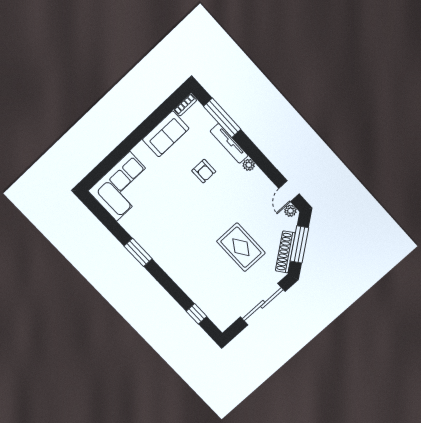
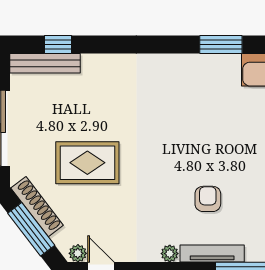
armchair: (204, 171) -> (208, 199), turned 90
window: (138, 252) -> (221, 45), moved
bench: (211, 312) -> (45, 63), added

